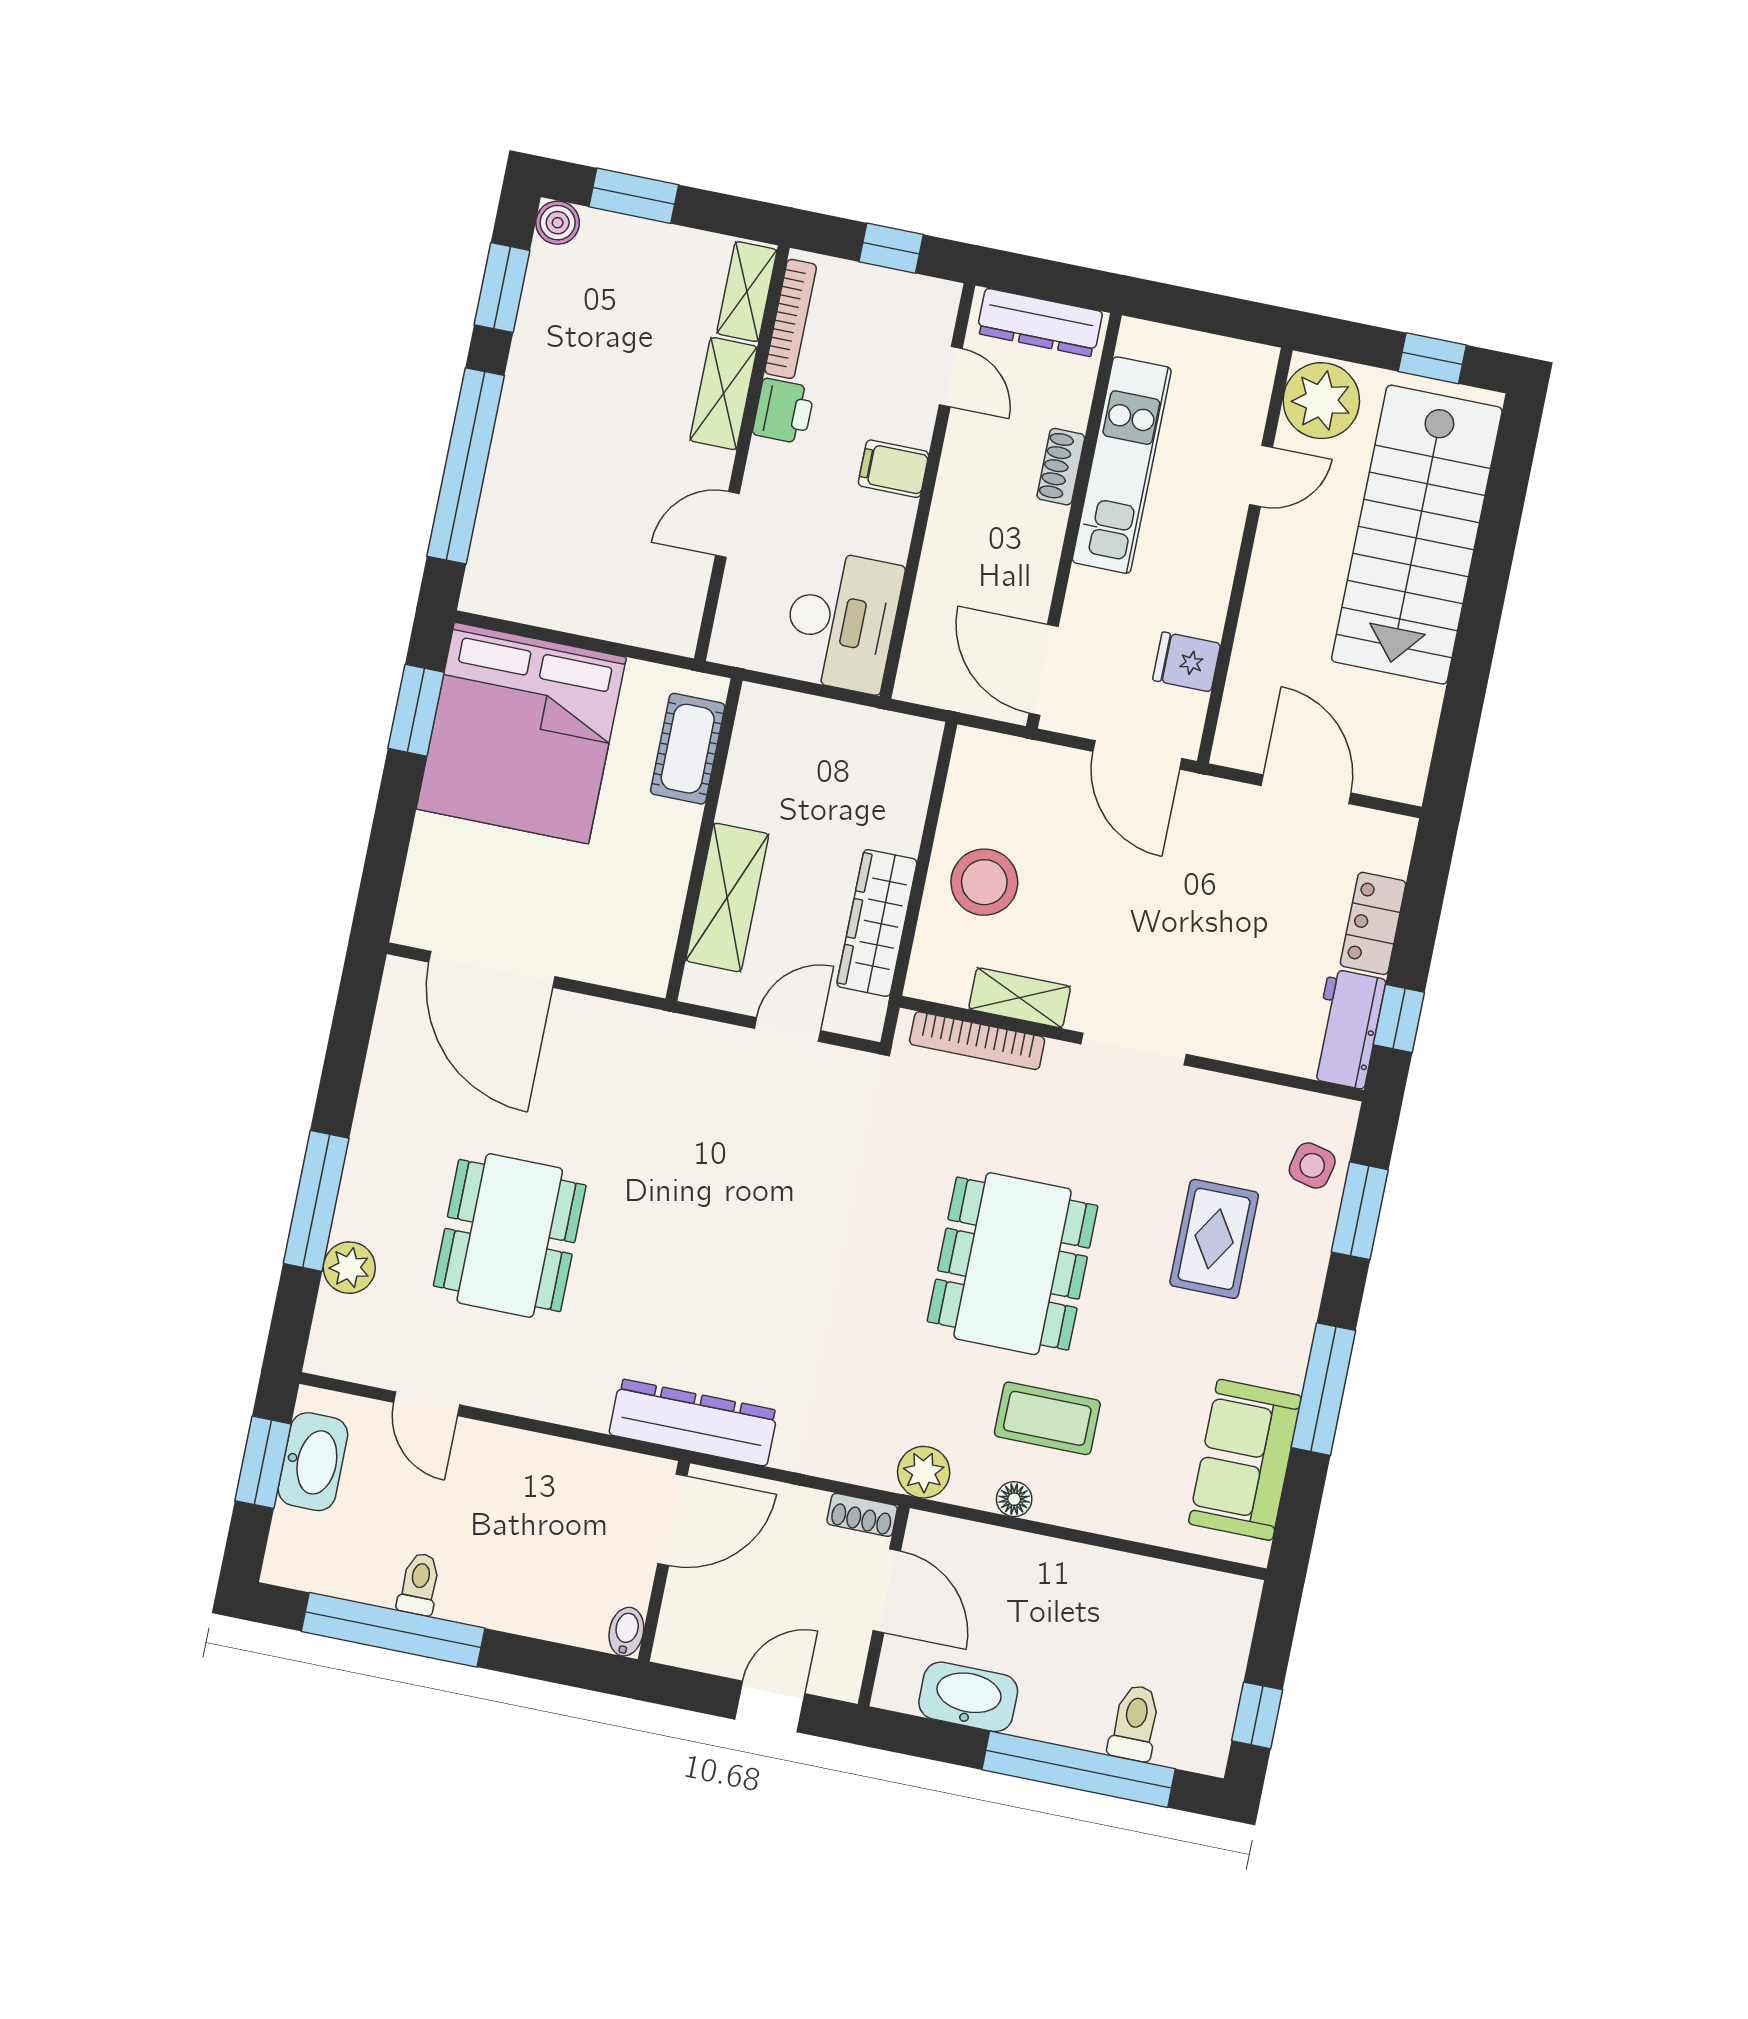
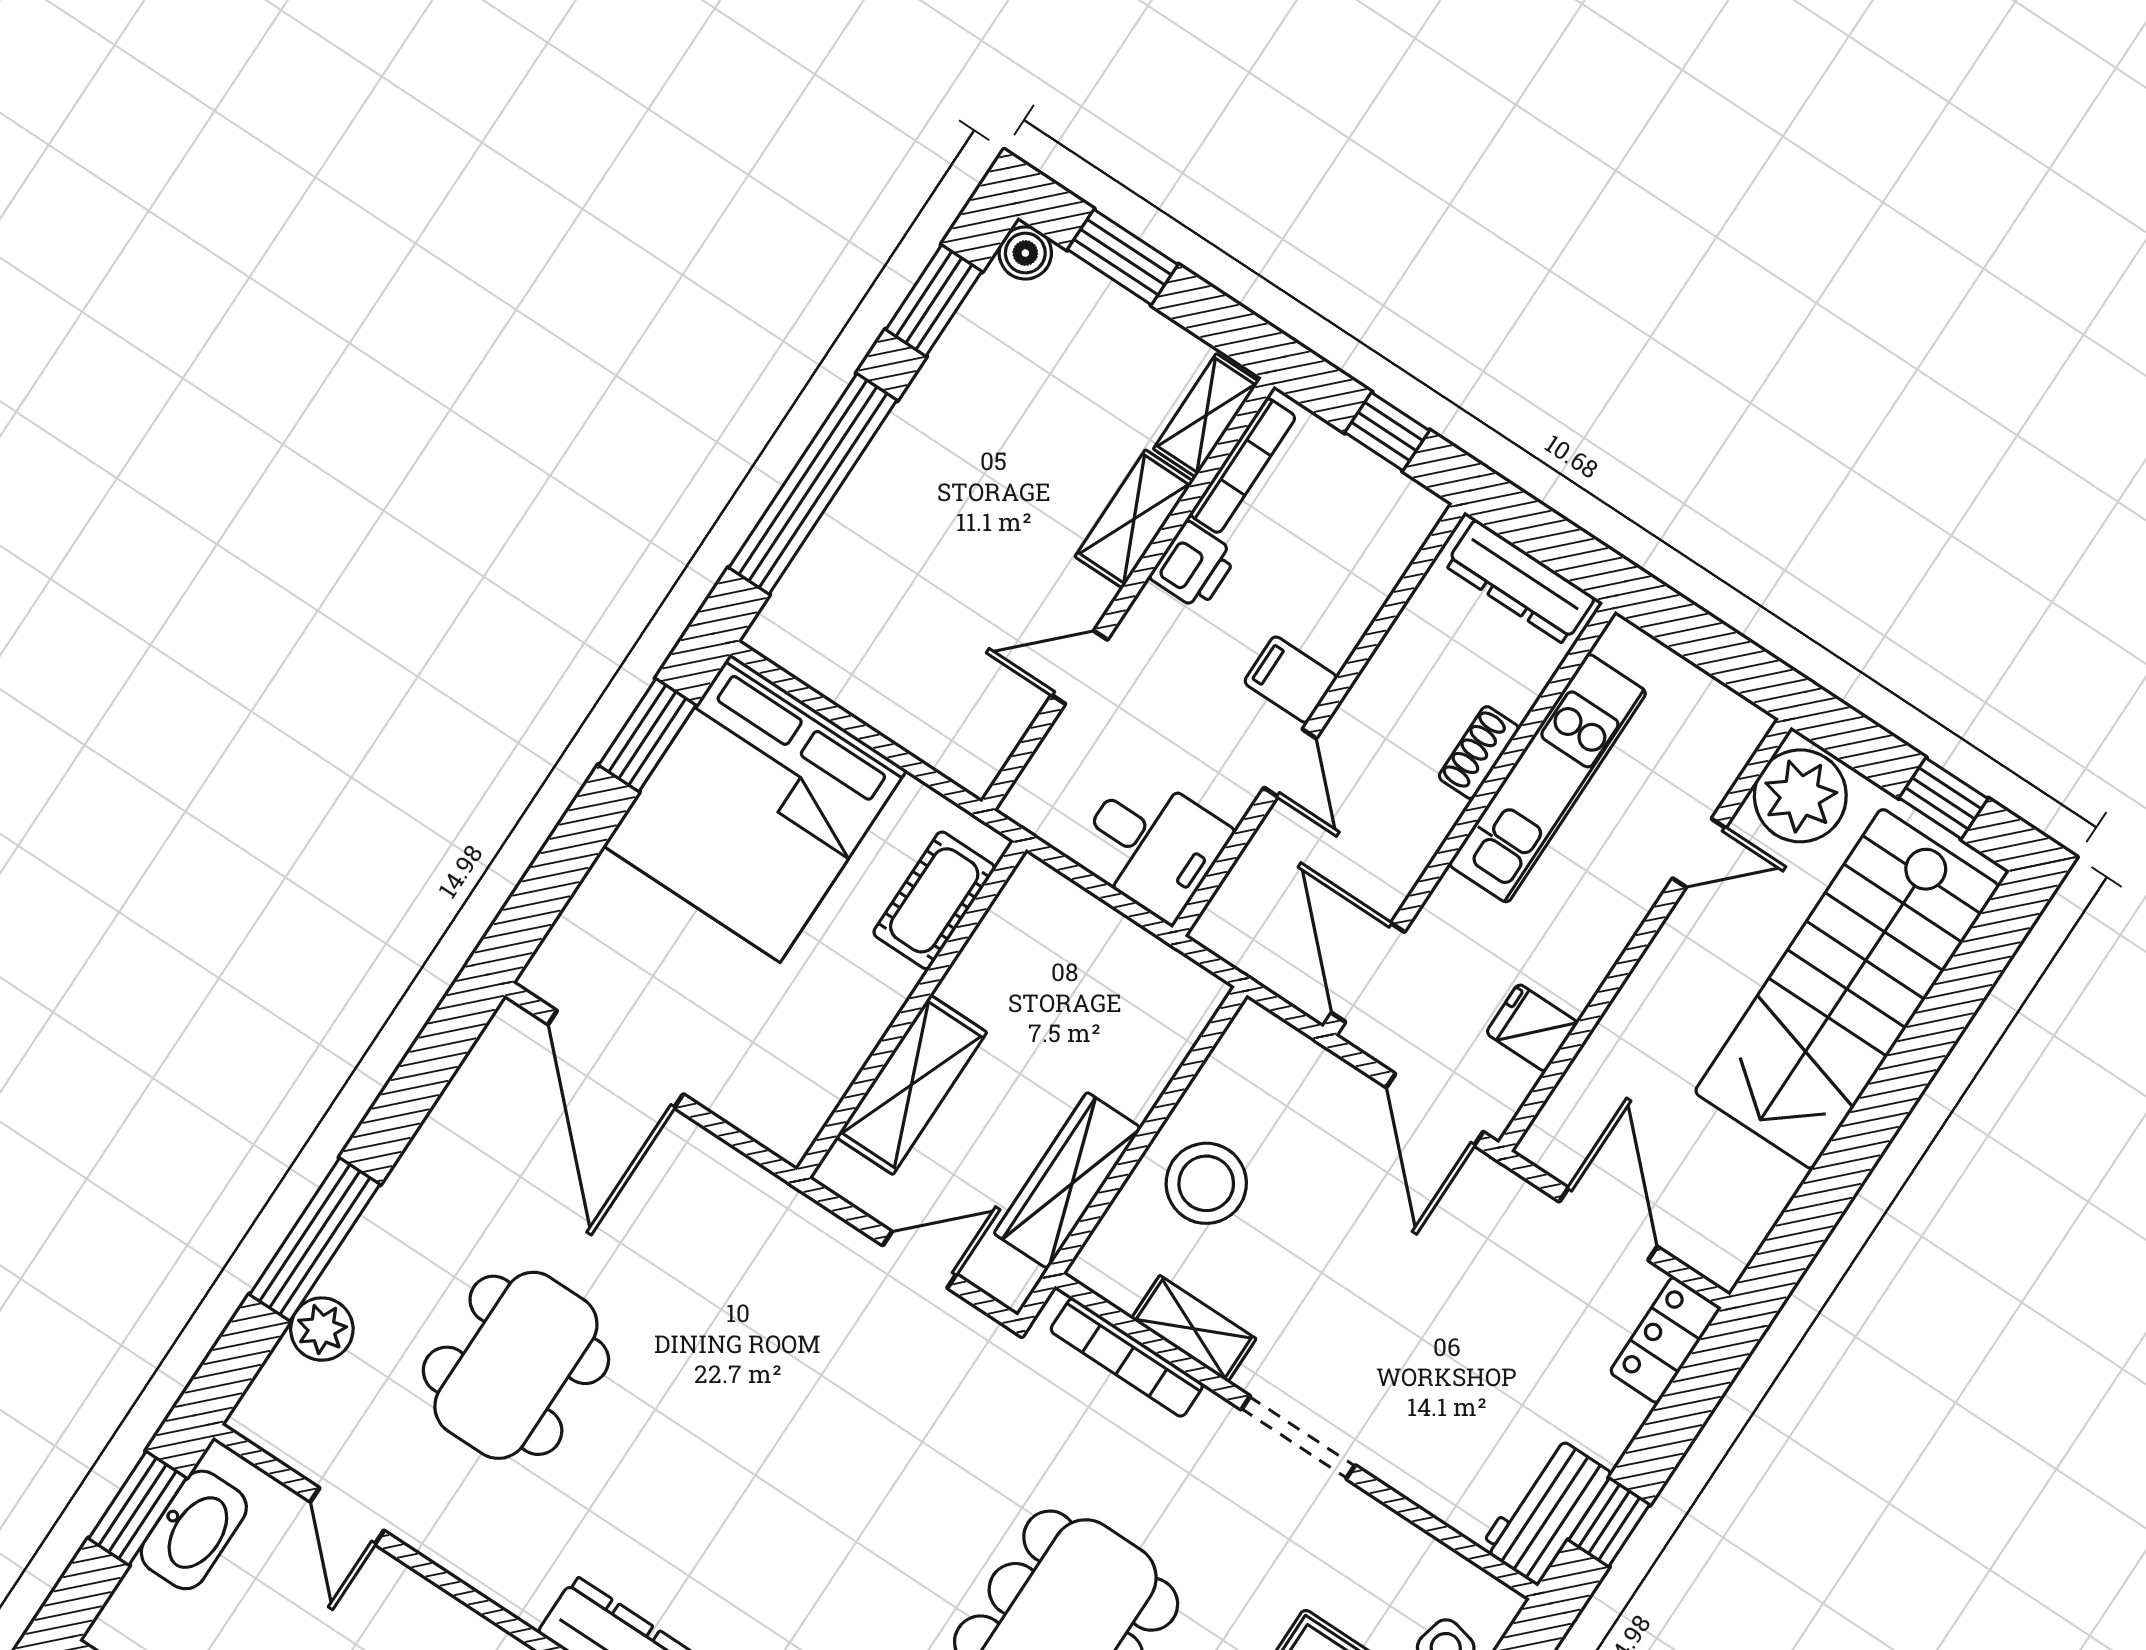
door: (951, 377) -> (1290, 763), moved
desk: (842, 621) -> (1152, 845), width x0.73
locker: (1373, 923) -> (1665, 1340), moved

